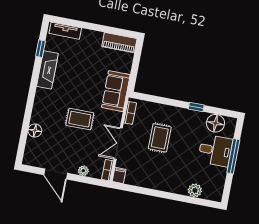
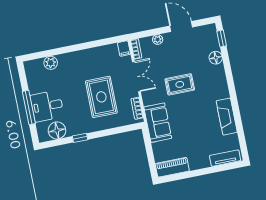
window: (40, 49) -> (222, 39), moved
rug: (160, 138) -> (101, 97), width x1.36, depth x1.43

